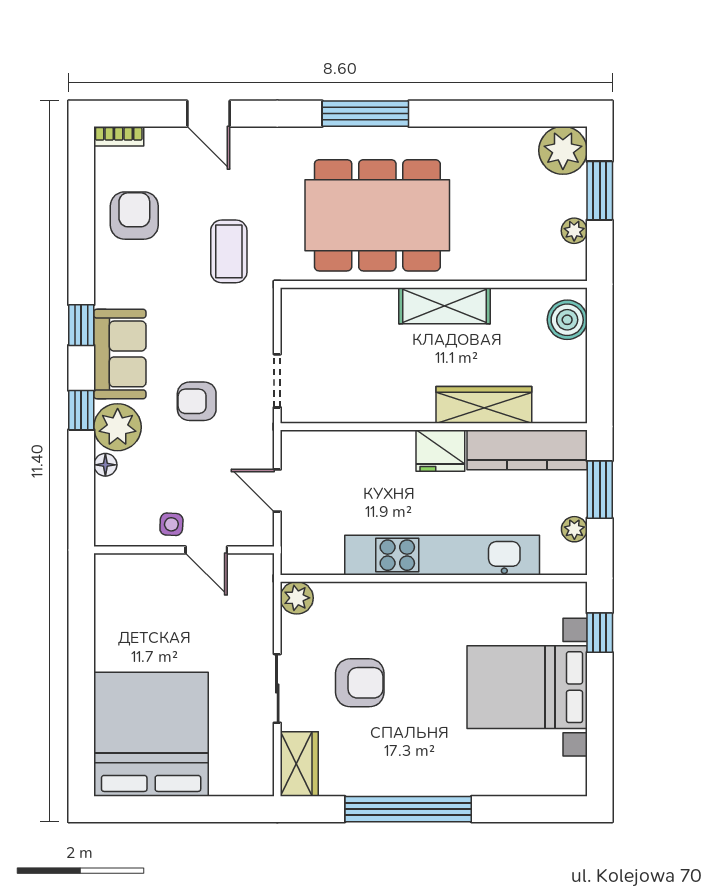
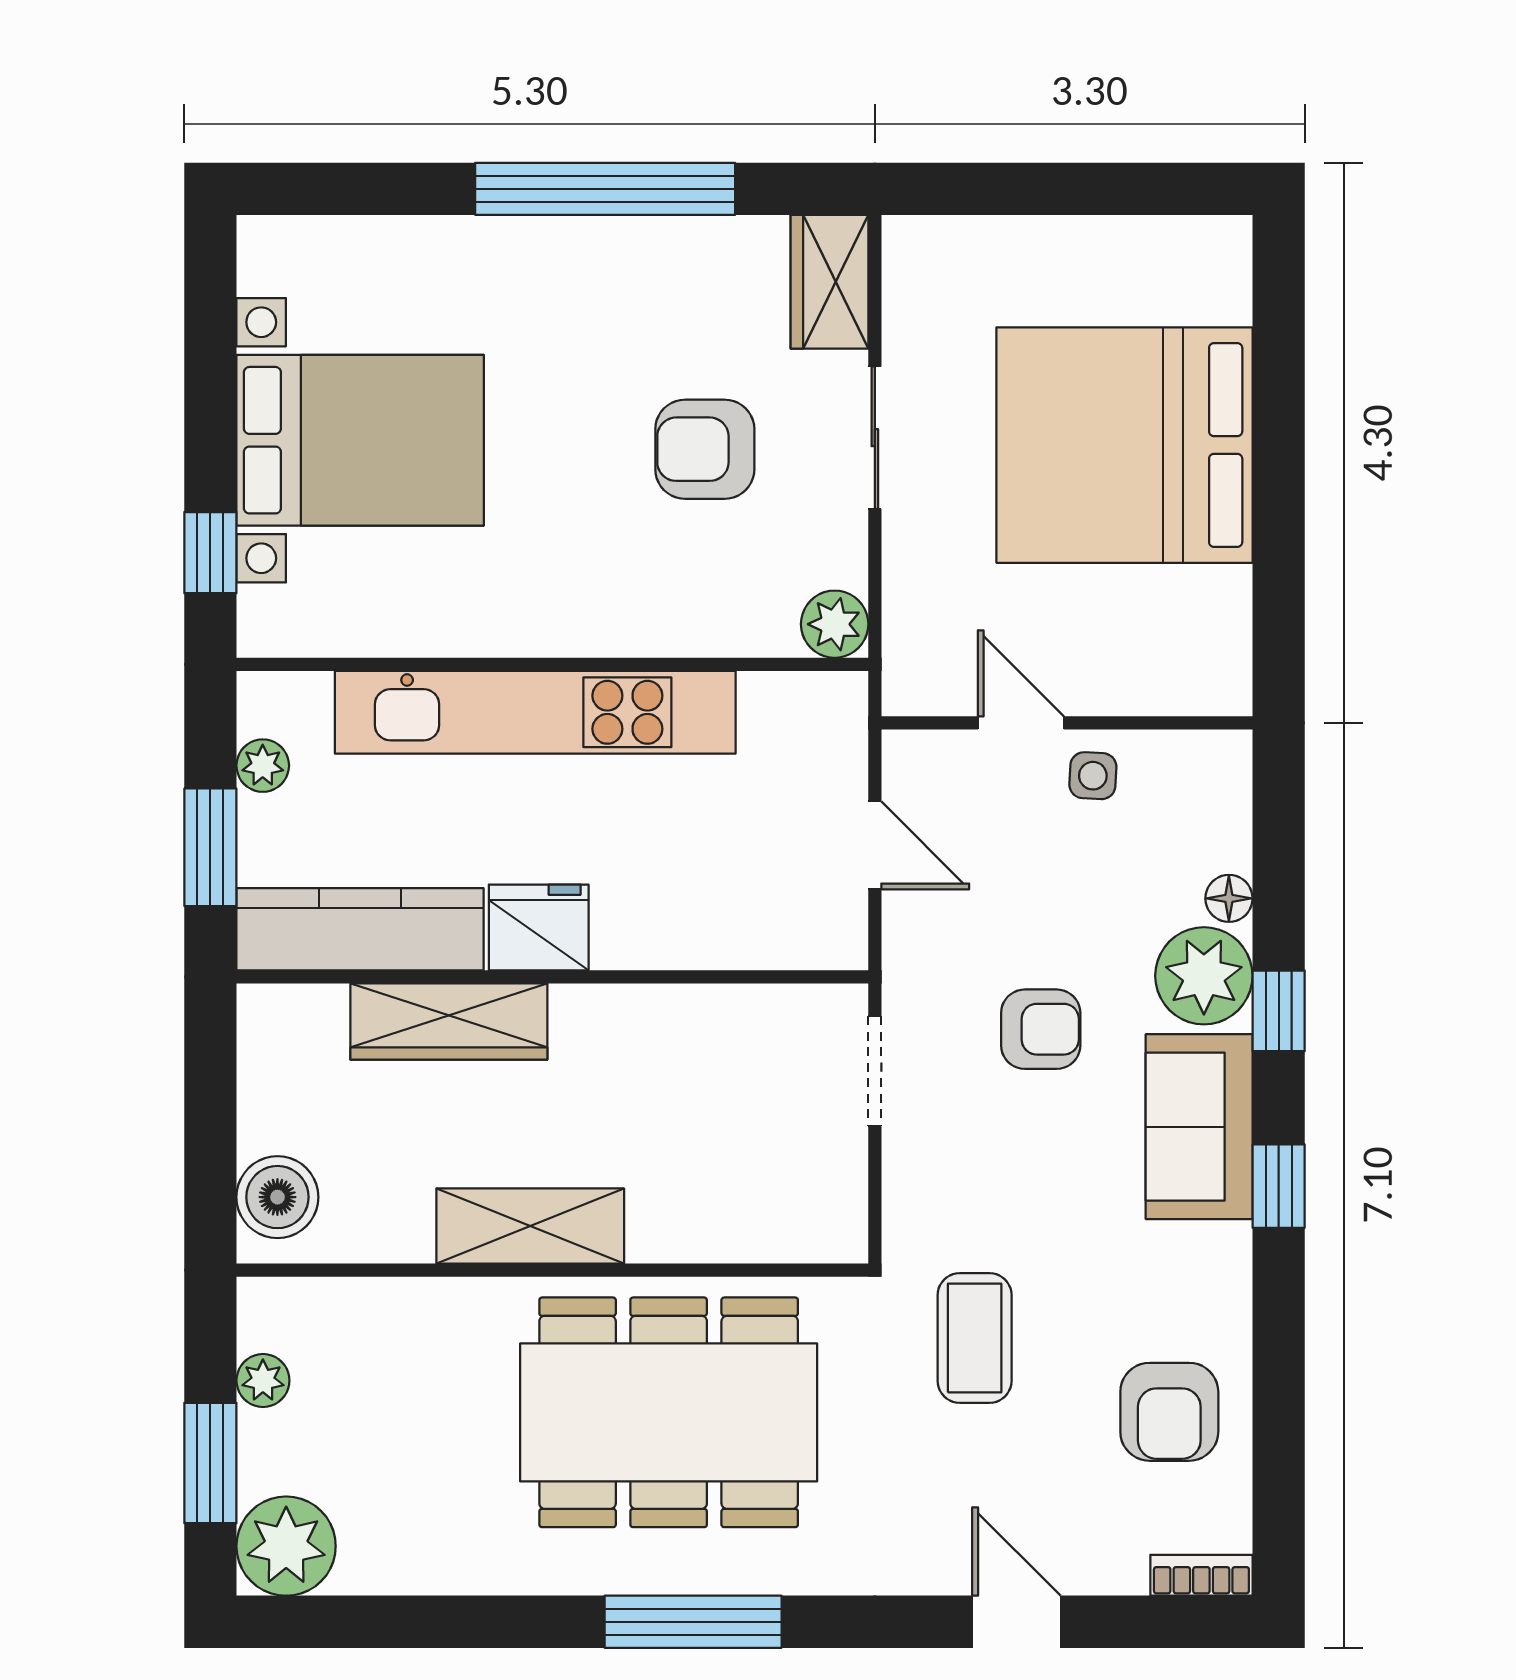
bed: (151, 734) -> (1125, 445), moved, turned 90

